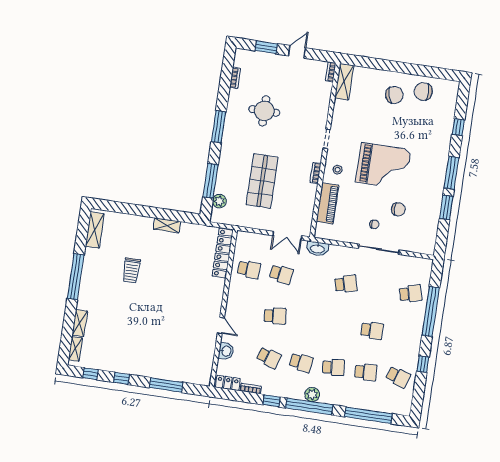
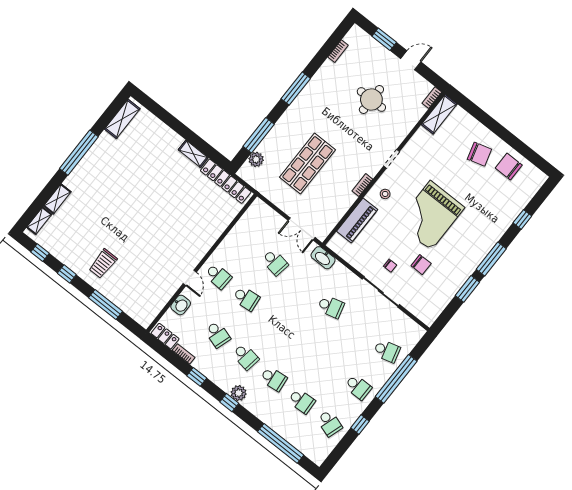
round table: (264, 111) -> (371, 100), moved
grand piano: (383, 166) -> (431, 215), turned 90
locker: (223, 253) -> (226, 181), moved, turned -90
school desk: (249, 269) -> (218, 276), moved
trolley: (131, 270) -> (103, 264), moved
school desk: (372, 330) -> (358, 387), moved
window: (309, 406) -> (229, 403), width x0.32

